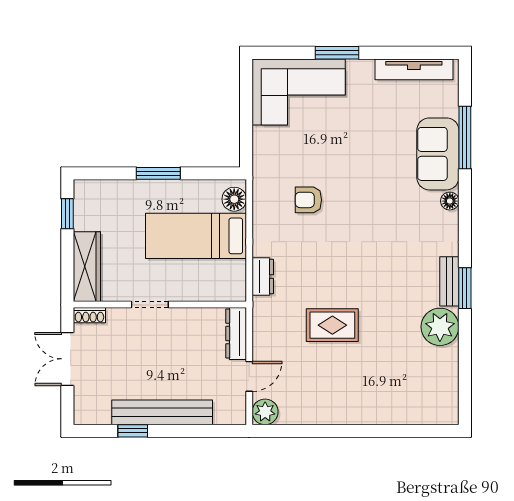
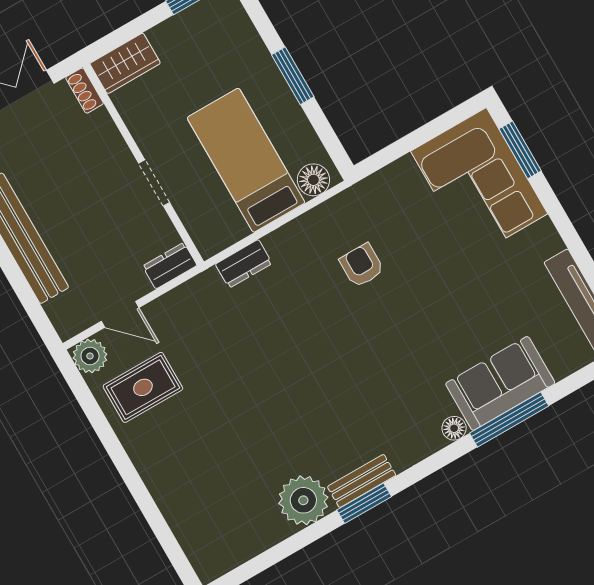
window: (337, 53) -> (520, 150), moved
window: (465, 137) -> (509, 419), moved
wardrobe: (87, 267) -> (125, 63), width x0.67
doorway: (150, 305) -> (154, 183), moved
rug: (332, 325) -> (143, 387), moved, turned 90
dresser: (236, 334) -> (170, 266), width x0.70

